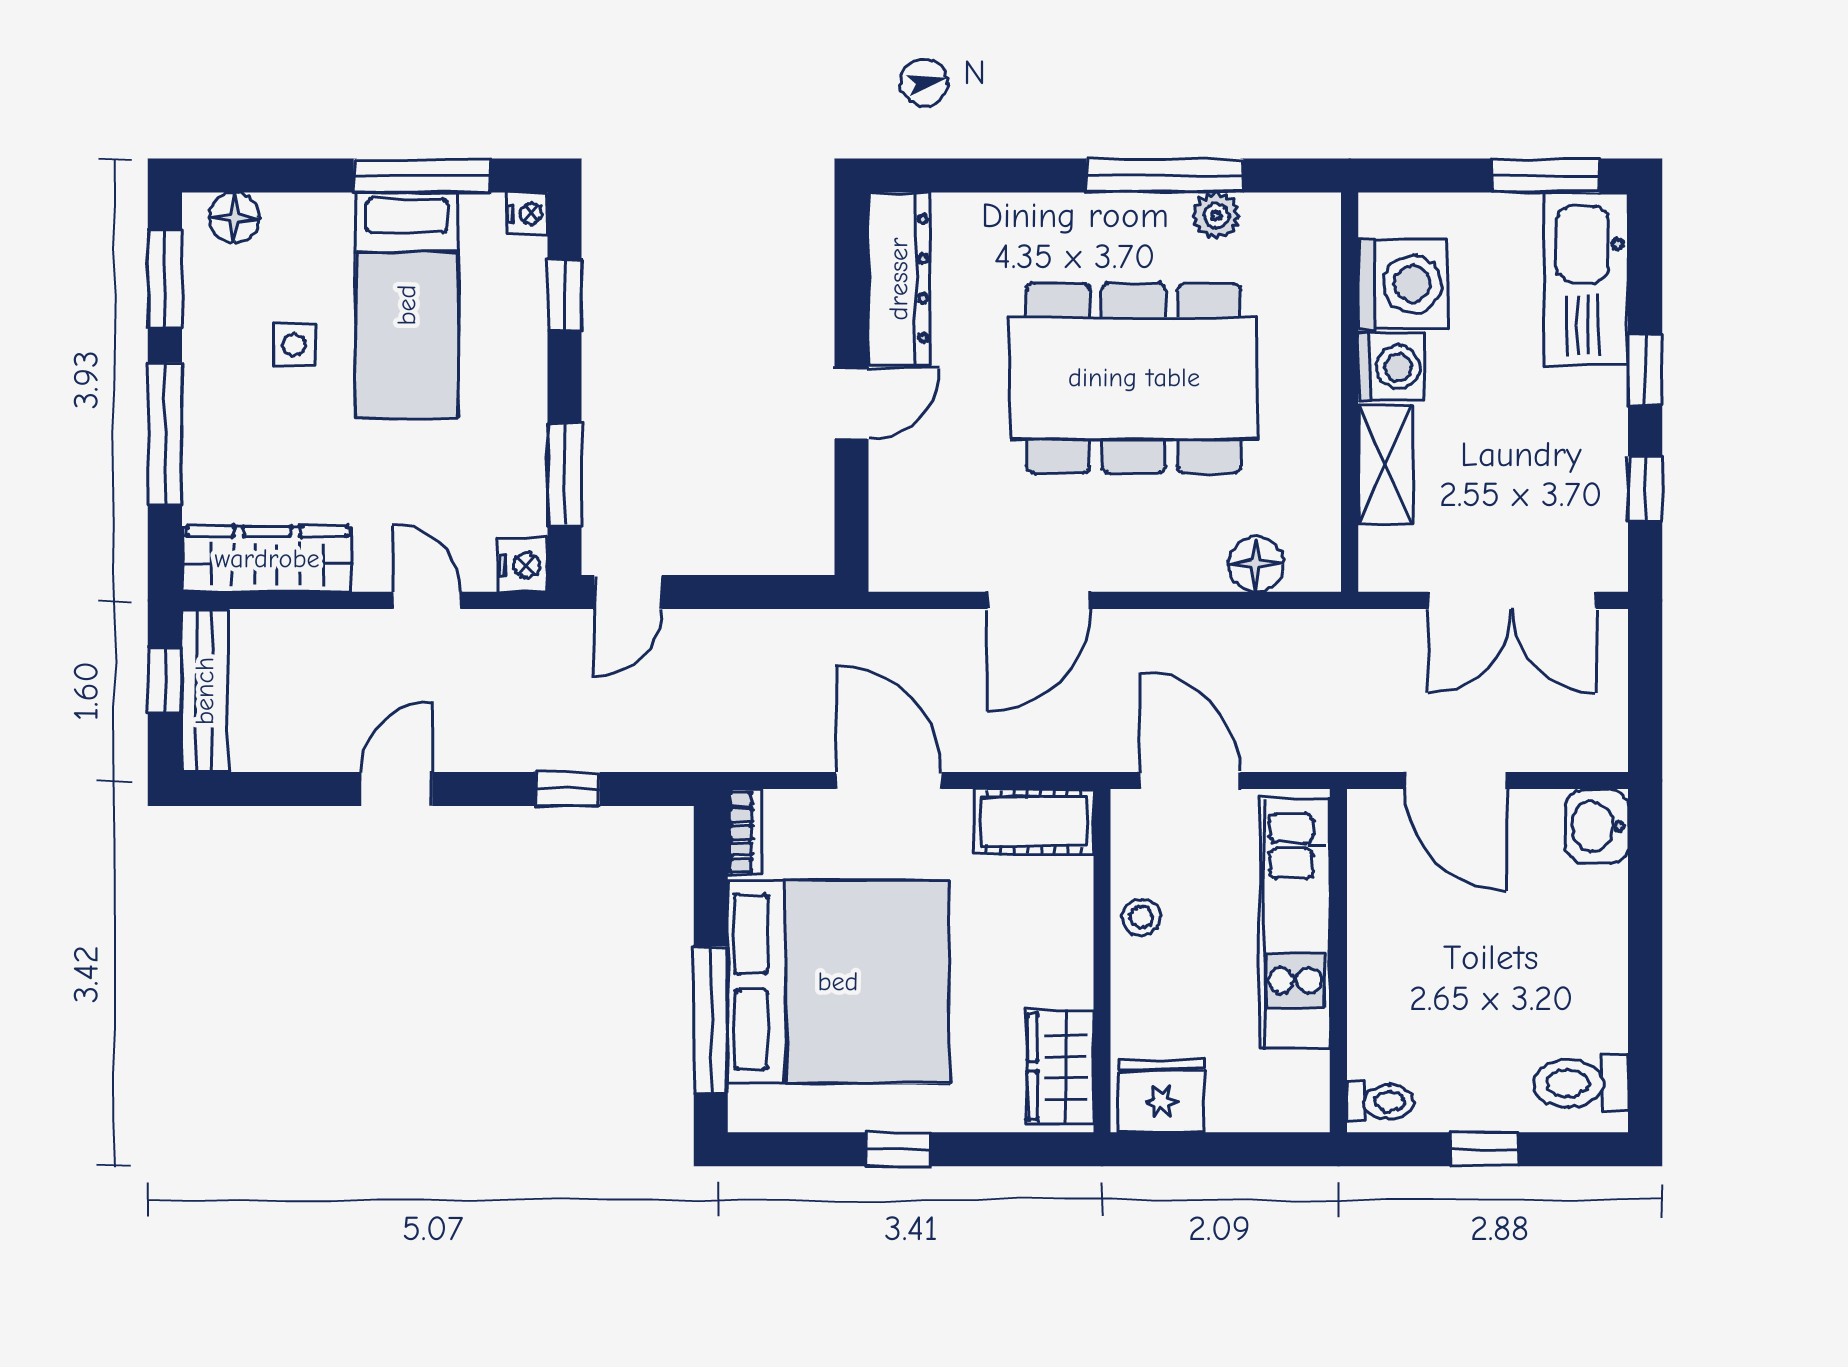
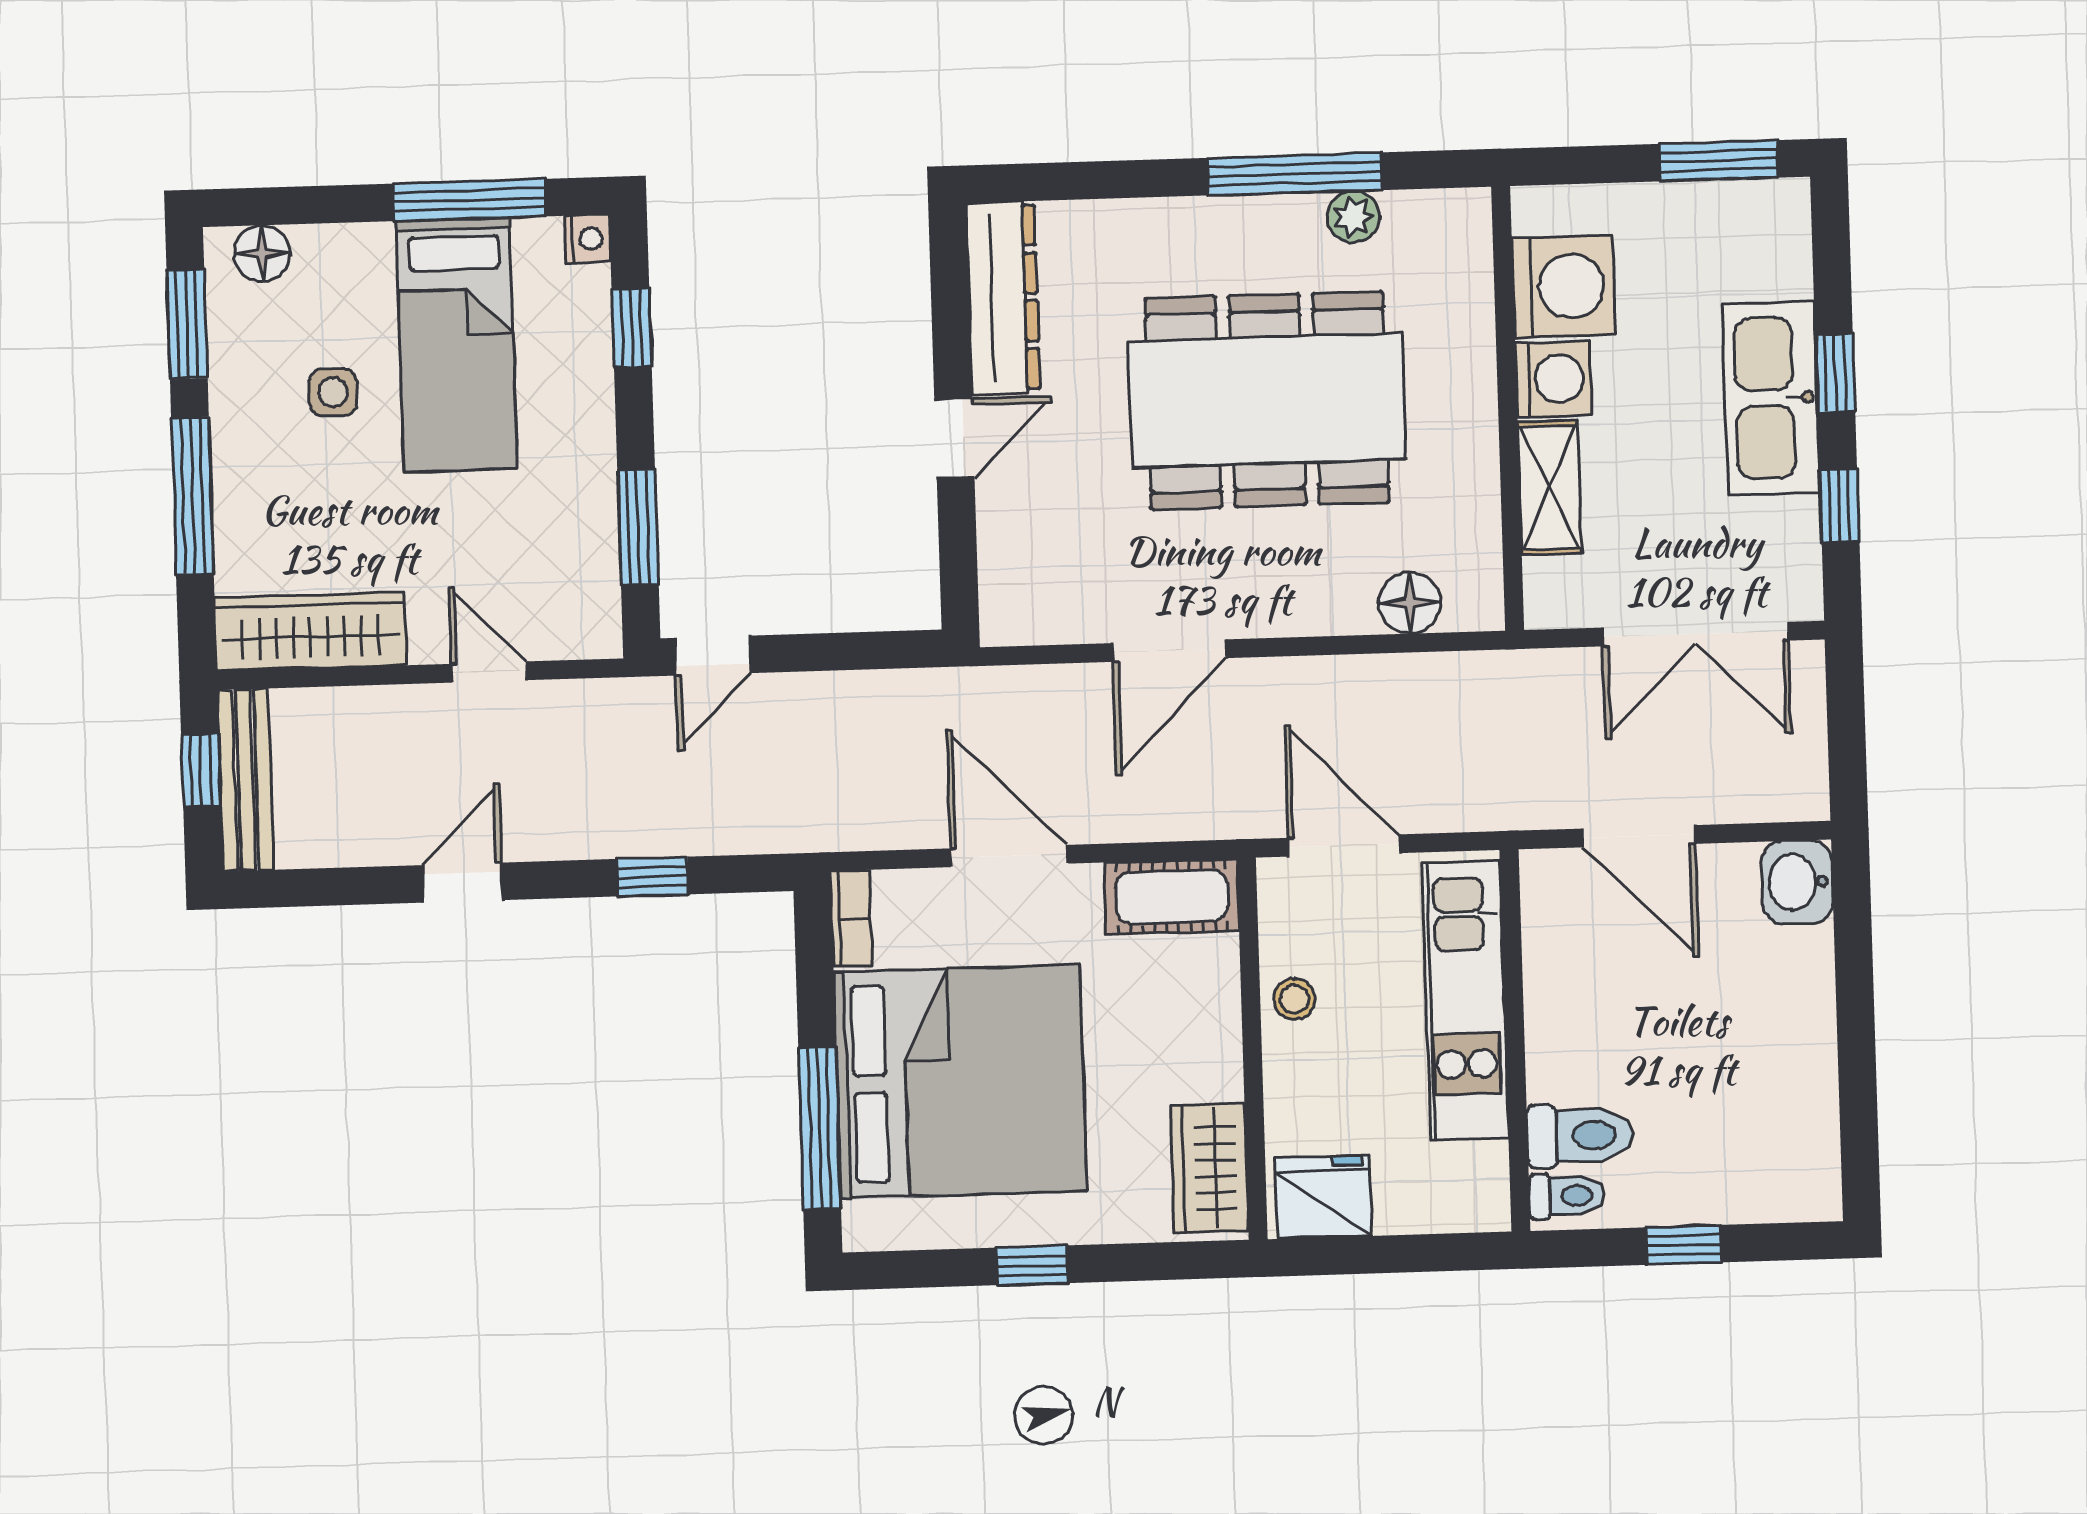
kitchen sink: (1587, 279) -> (1771, 398), moved
nightstand: (523, 565) -> (595, 629), removed
toilet: (1581, 1083) -> (1580, 1136), moved, turned 180

